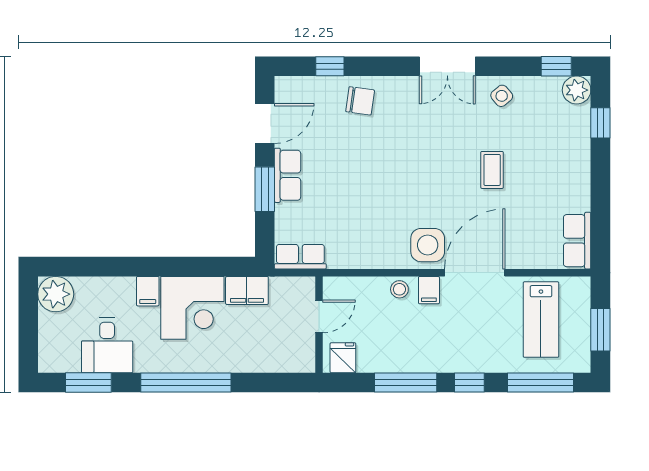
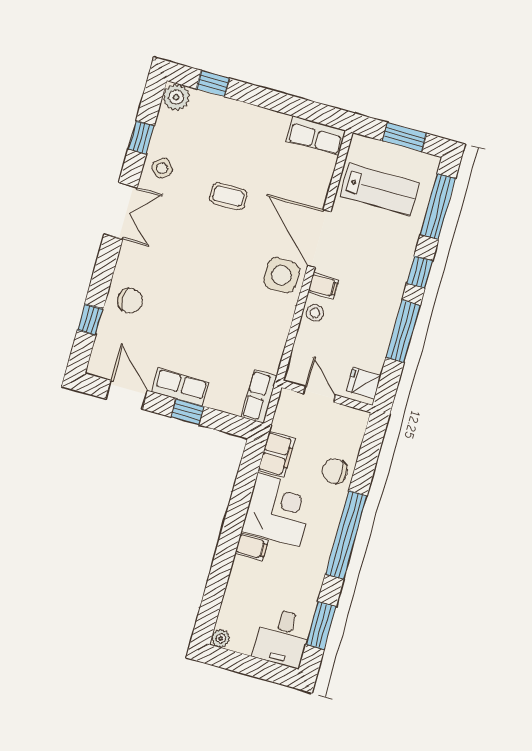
window: (556, 66) -> (141, 137), moved
chair: (360, 101) -> (130, 301), turned 82
window: (265, 189) -> (187, 412), width x0.67
plant: (56, 294) -> (221, 638), width x0.53, depth x0.53
desk: (107, 345) -> (282, 638), moved, turned 90
chair: (247, 353) -> (335, 471), added

